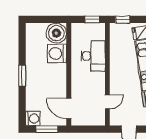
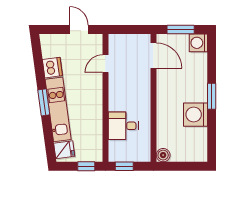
boiler: (56, 33) -> (163, 155), width x0.54, depth x0.54
washing machine: (57, 54) -> (195, 115), moved, turned 180
desk: (93, 56) -> (123, 126), width x0.73

